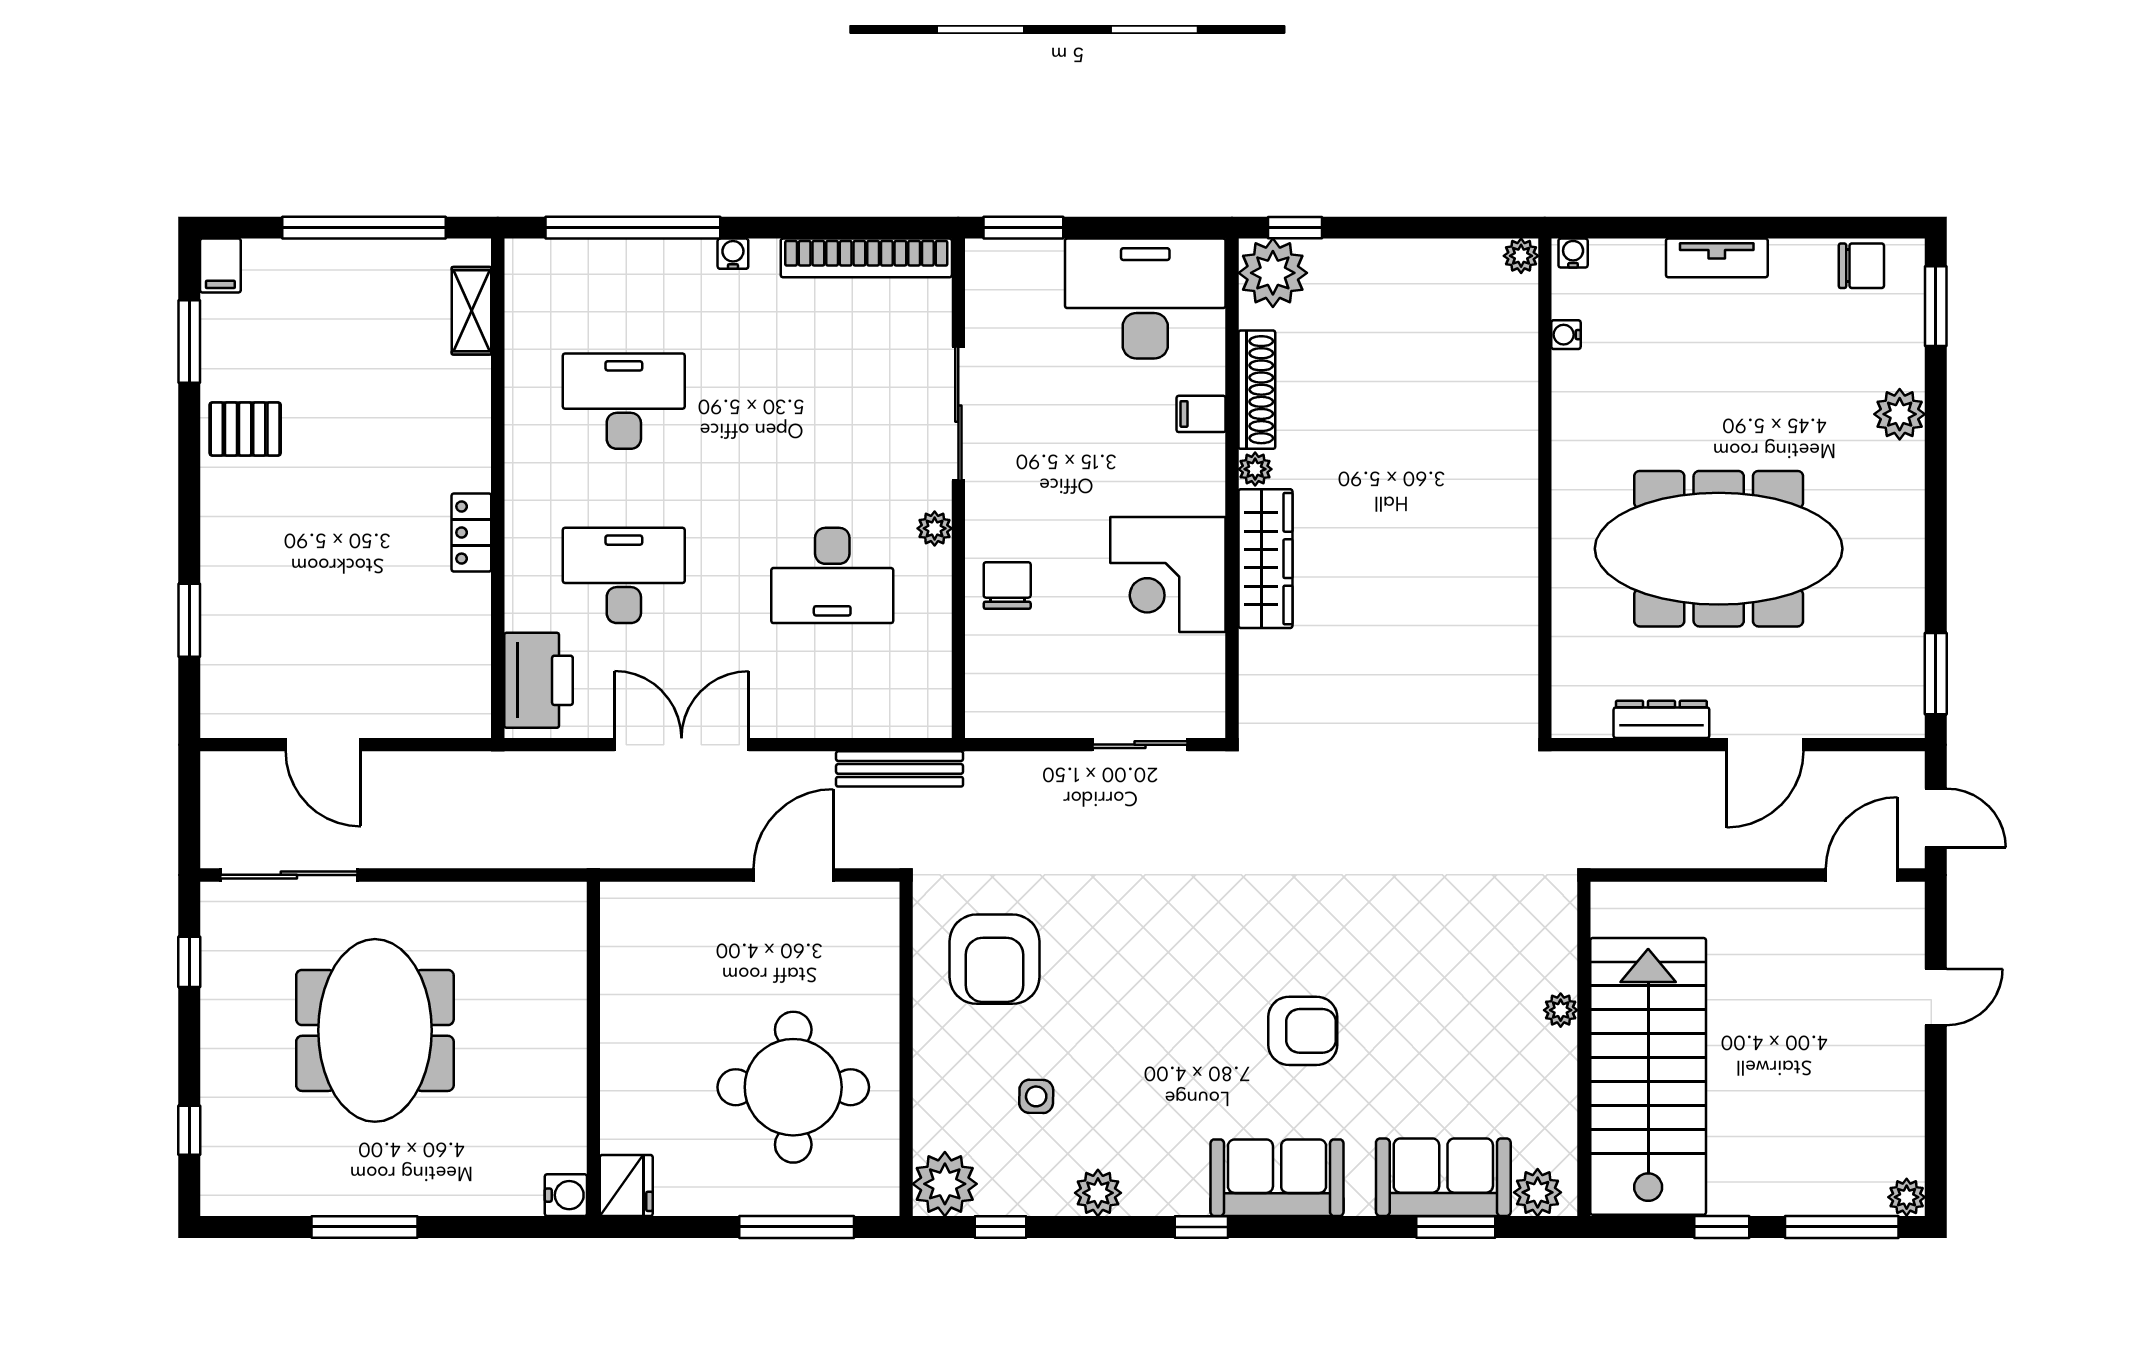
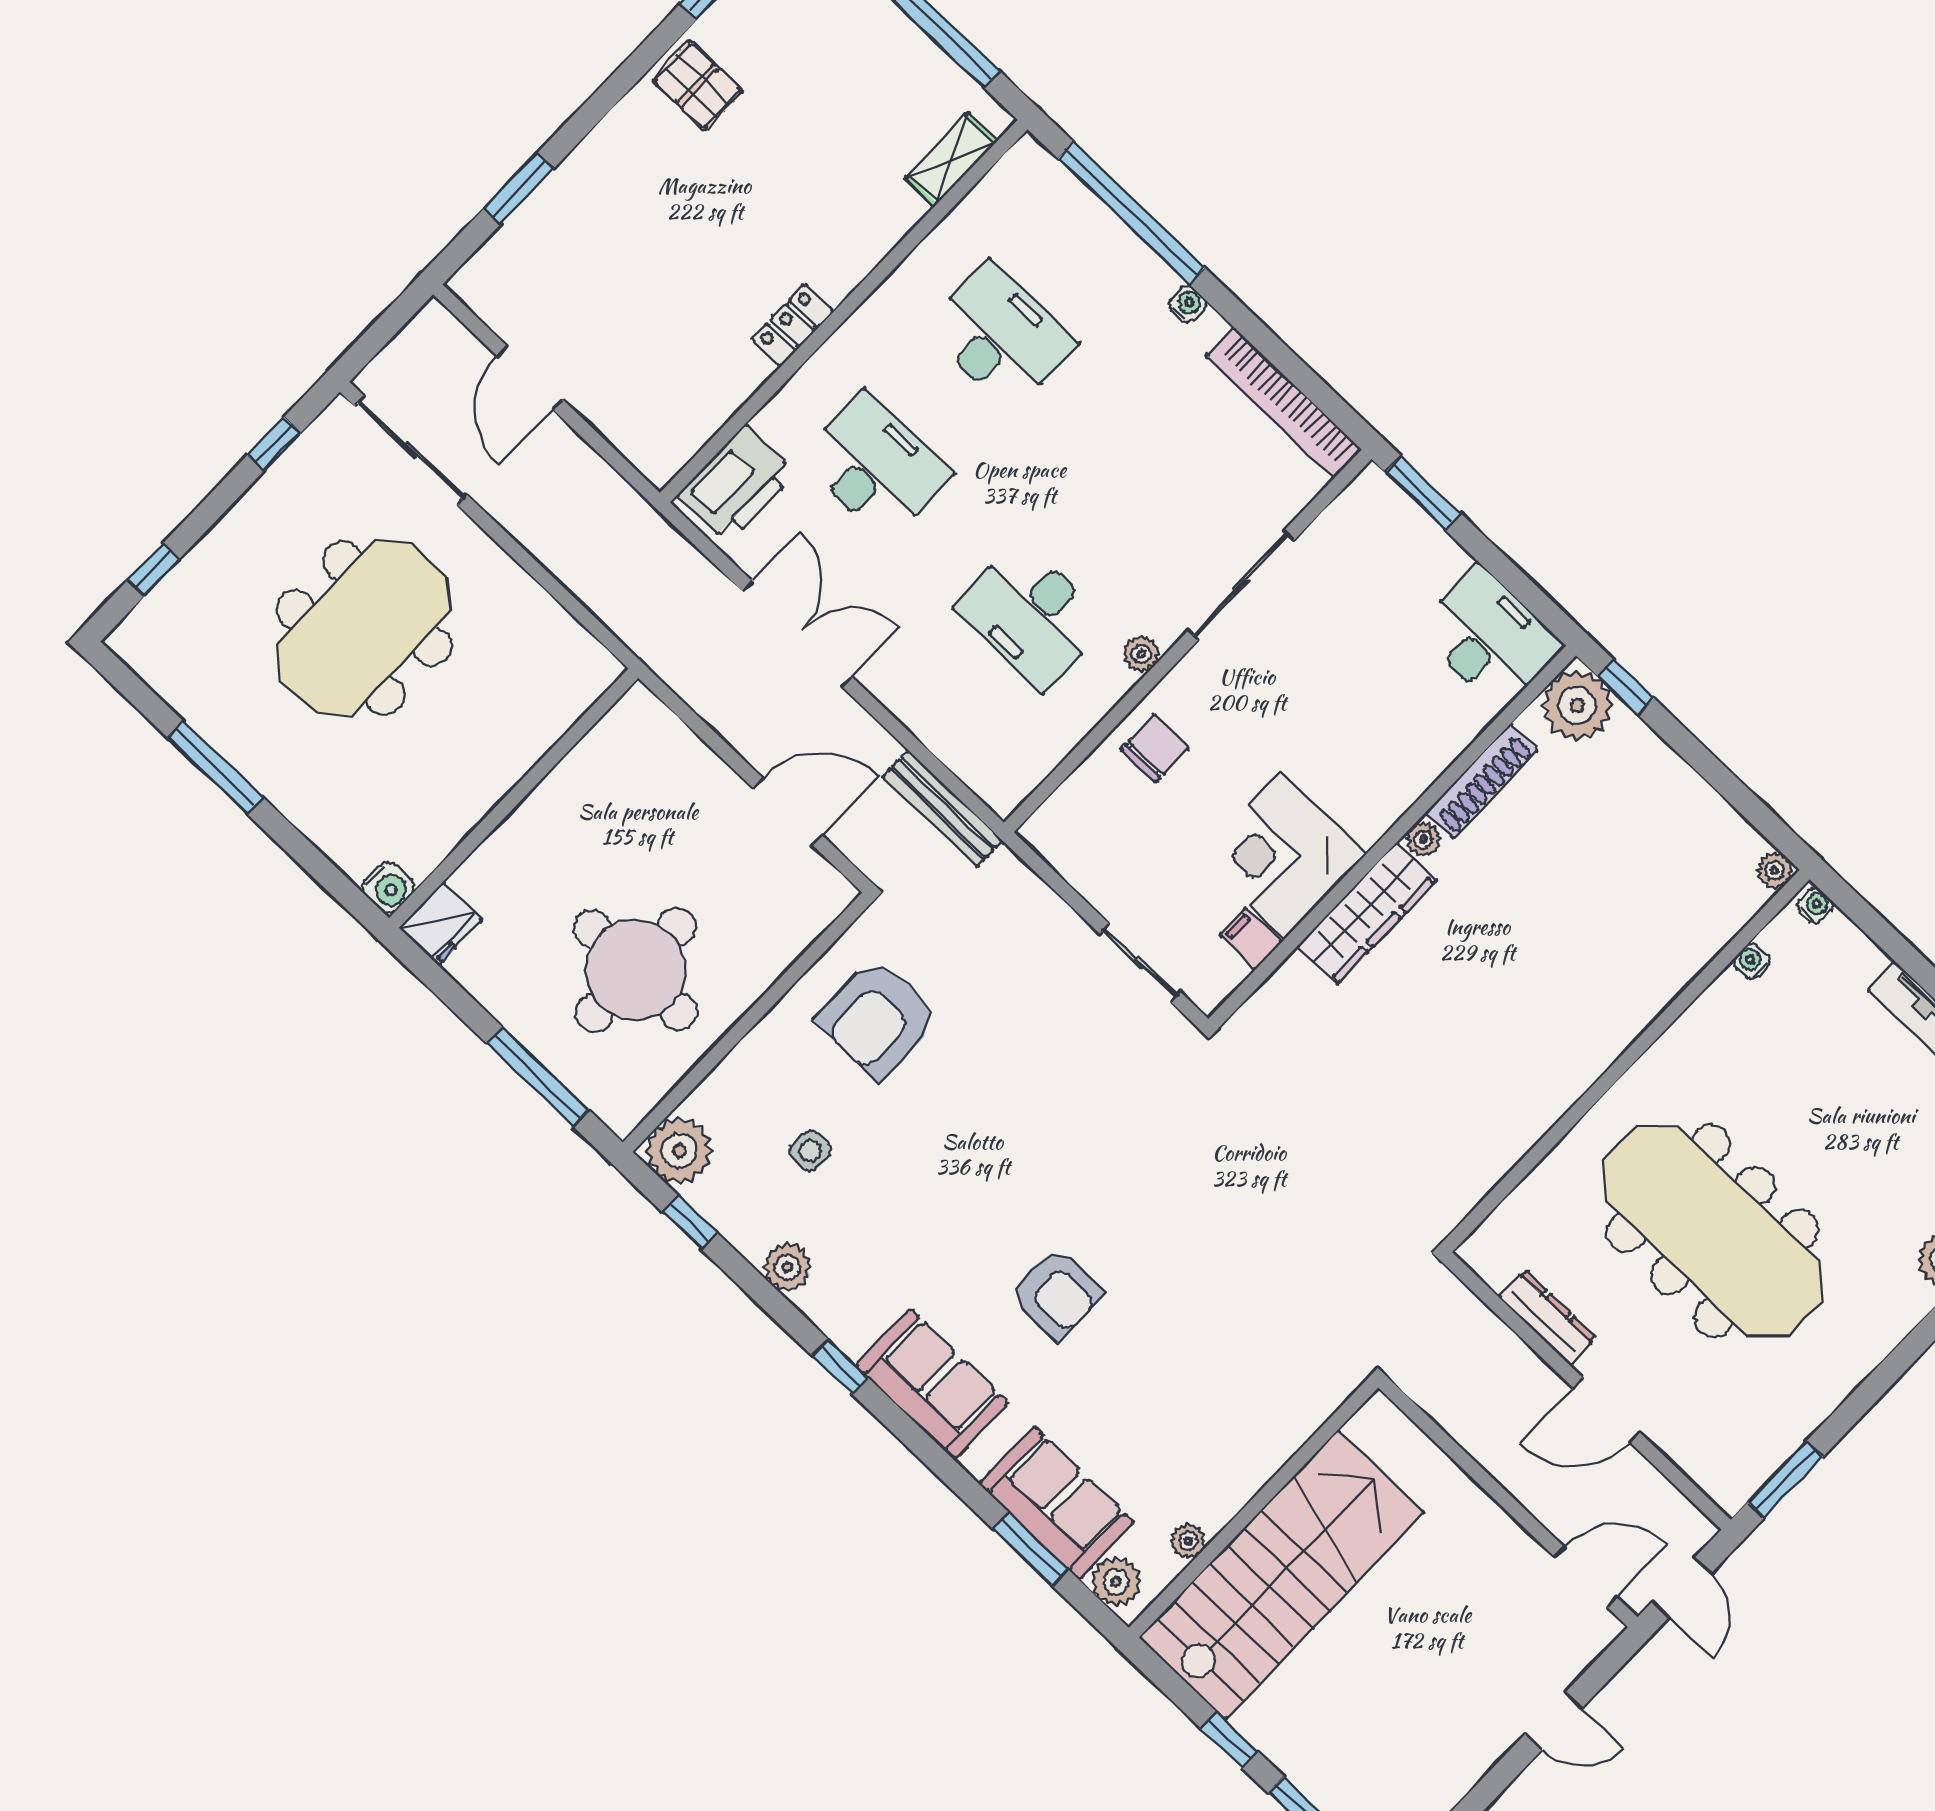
desk: (1145, 299) -> (1489, 638), width x0.73, depth x0.77
filing cabinet: (1201, 414) -> (1251, 939), moved
plant: (1561, 1010) -> (1188, 1541), moved

